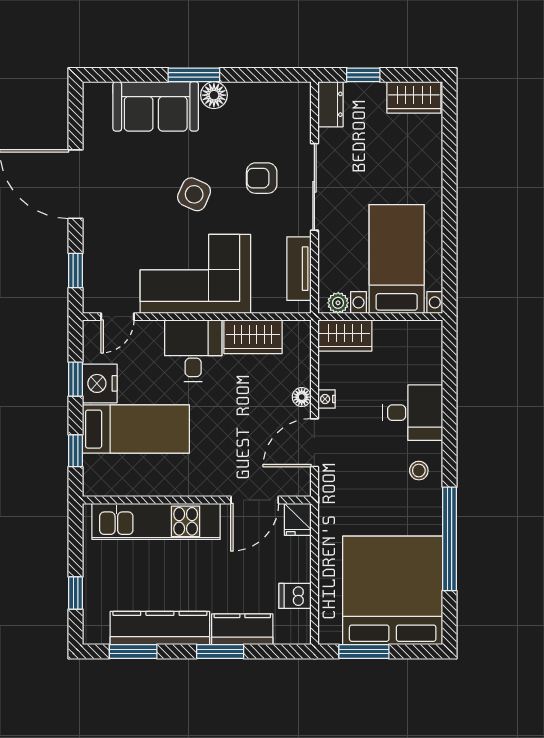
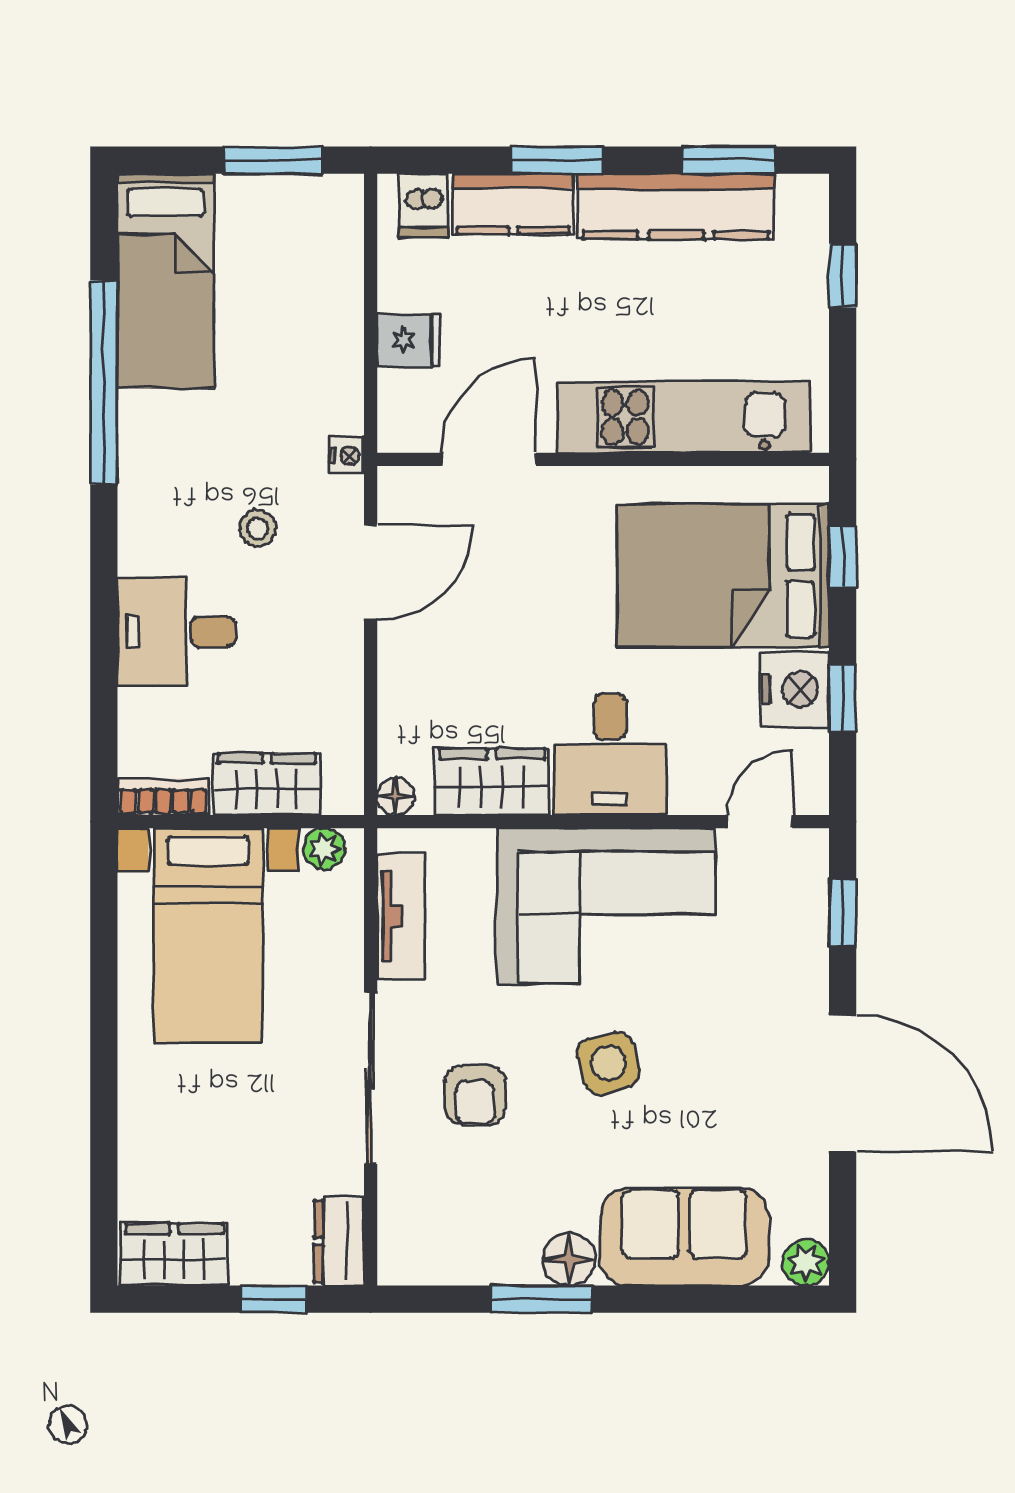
window: (194, 75) -> (542, 1299), moved
plant: (94, 93) -> (806, 1262), added
armchair: (262, 178) -> (475, 1095), turned 90
side table: (194, 194) -> (608, 1063), turned -38
bookcase: (419, 329) -> (163, 797), added
wardrobe: (345, 336) -> (267, 784), moved
floor lamp: (302, 397) -> (396, 796), moved
nightstand: (326, 399) -> (347, 455), moved
bed: (136, 429) -> (723, 576), width x1.50
stool: (419, 471) -> (258, 528), moved
fridge: (298, 519) -> (409, 340), moved, turned 90
bed: (393, 590) -> (166, 281), width x0.49
dishwasher: (295, 596) -> (424, 206), moved, turned 90

